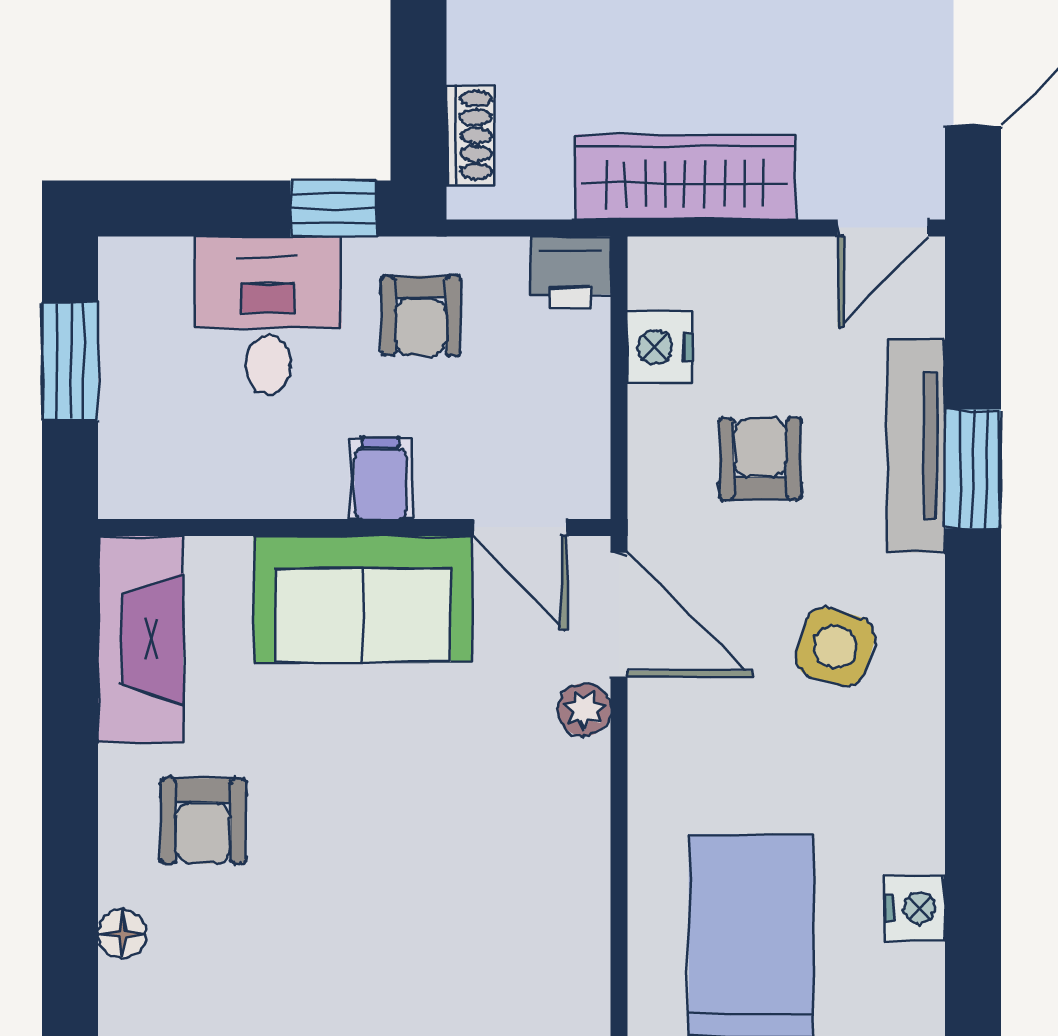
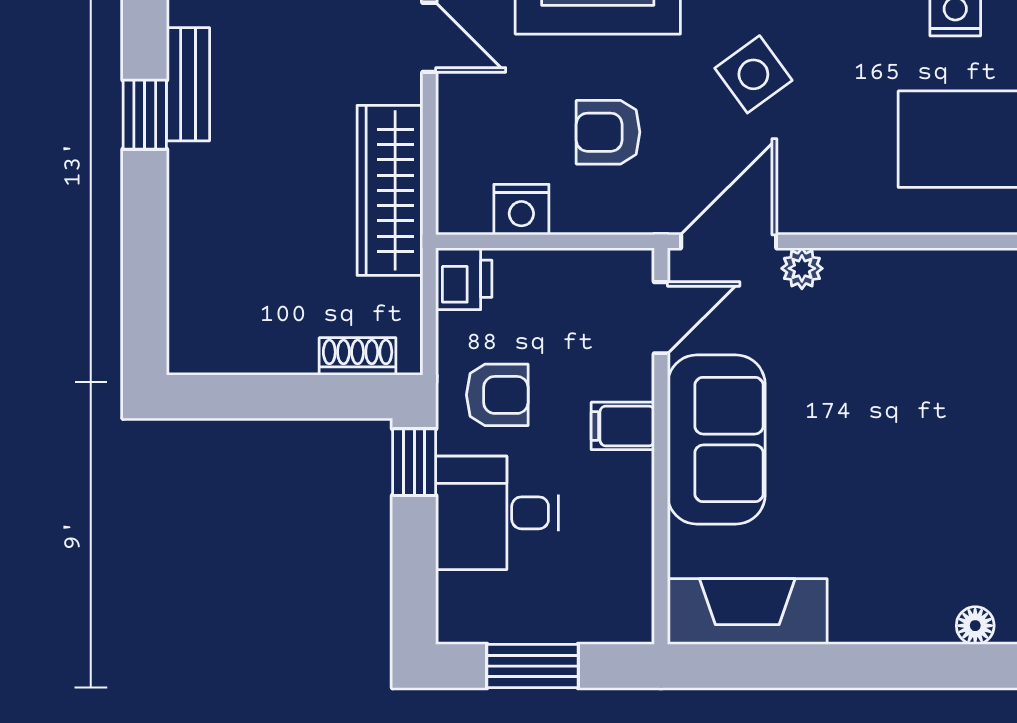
side table: (835, 647) -> (753, 74), turned 37
armchair: (203, 821) -> (888, 563), removed

